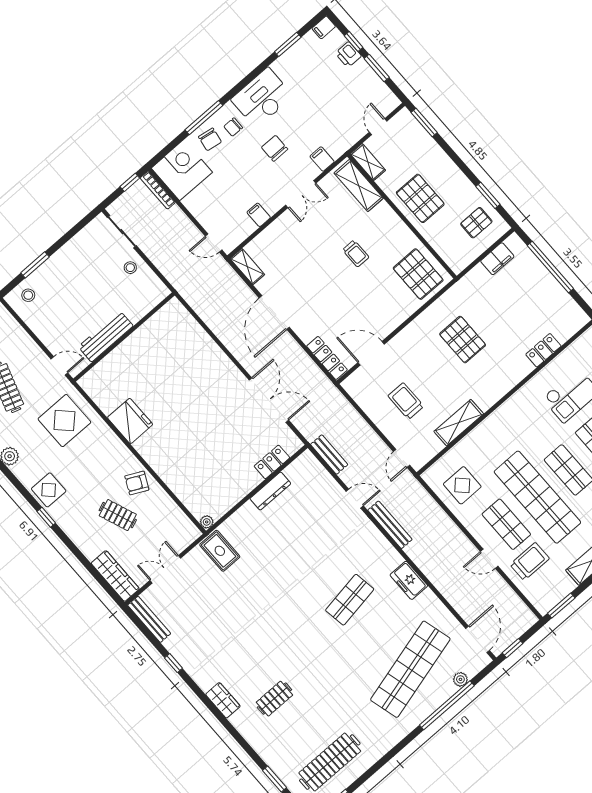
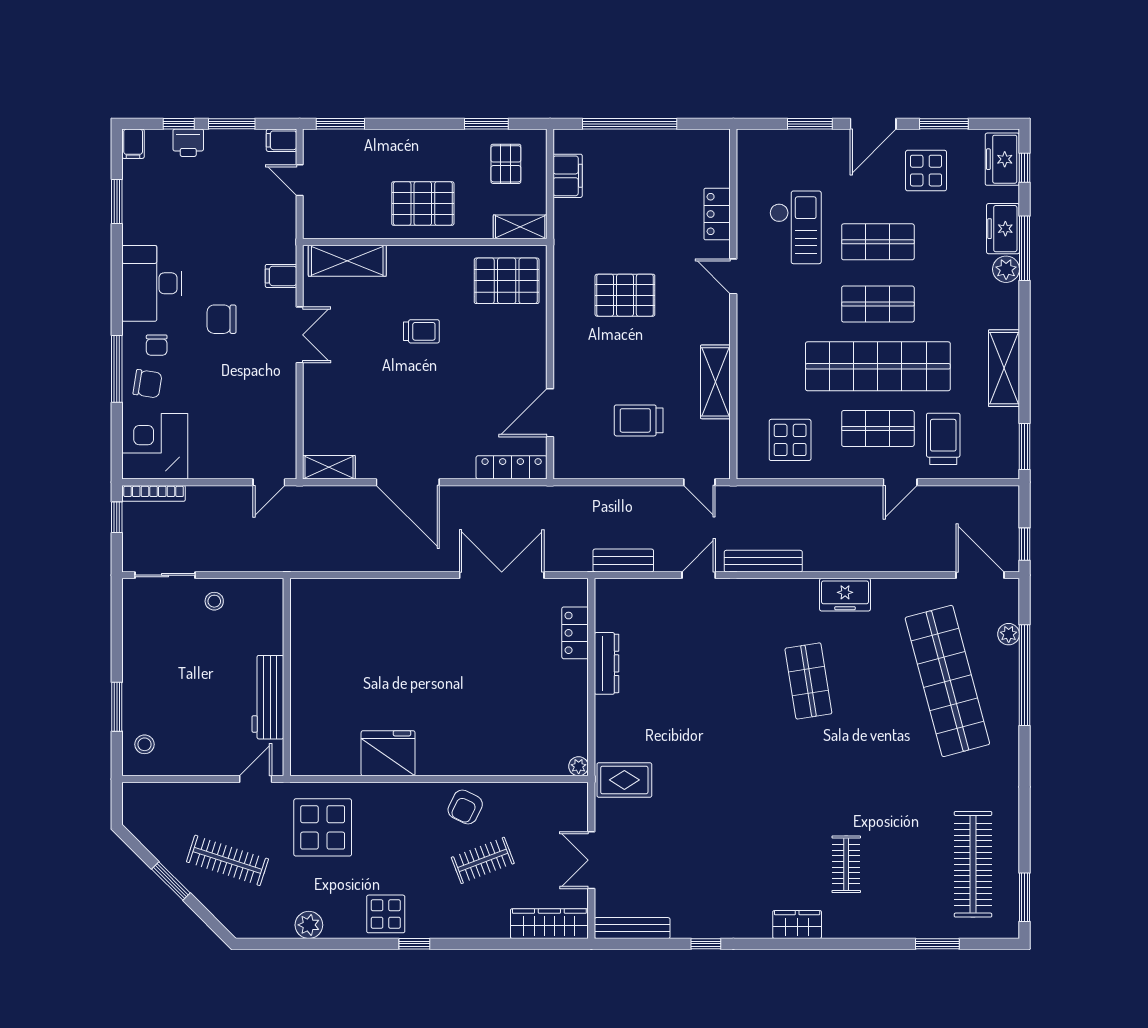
shelving: (368, 162) -> (520, 227), moved
filing cabinet: (259, 215) -> (281, 140), moved
door: (519, 386) -> (733, 276), added

